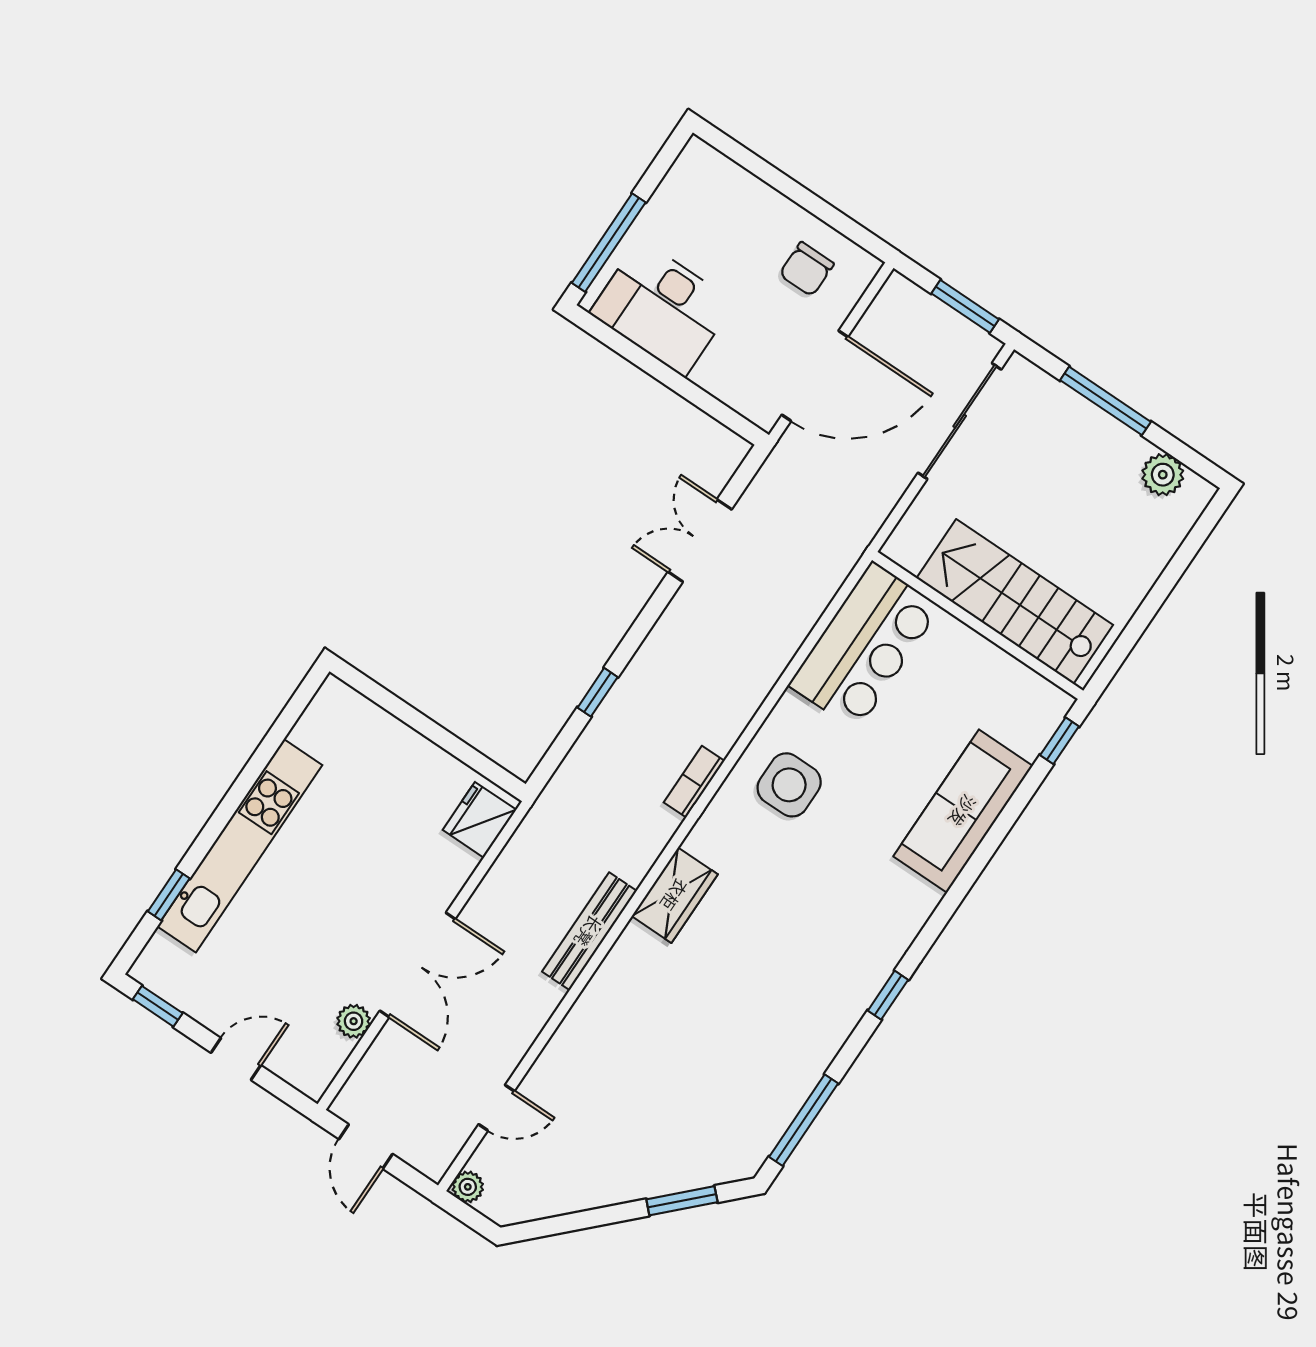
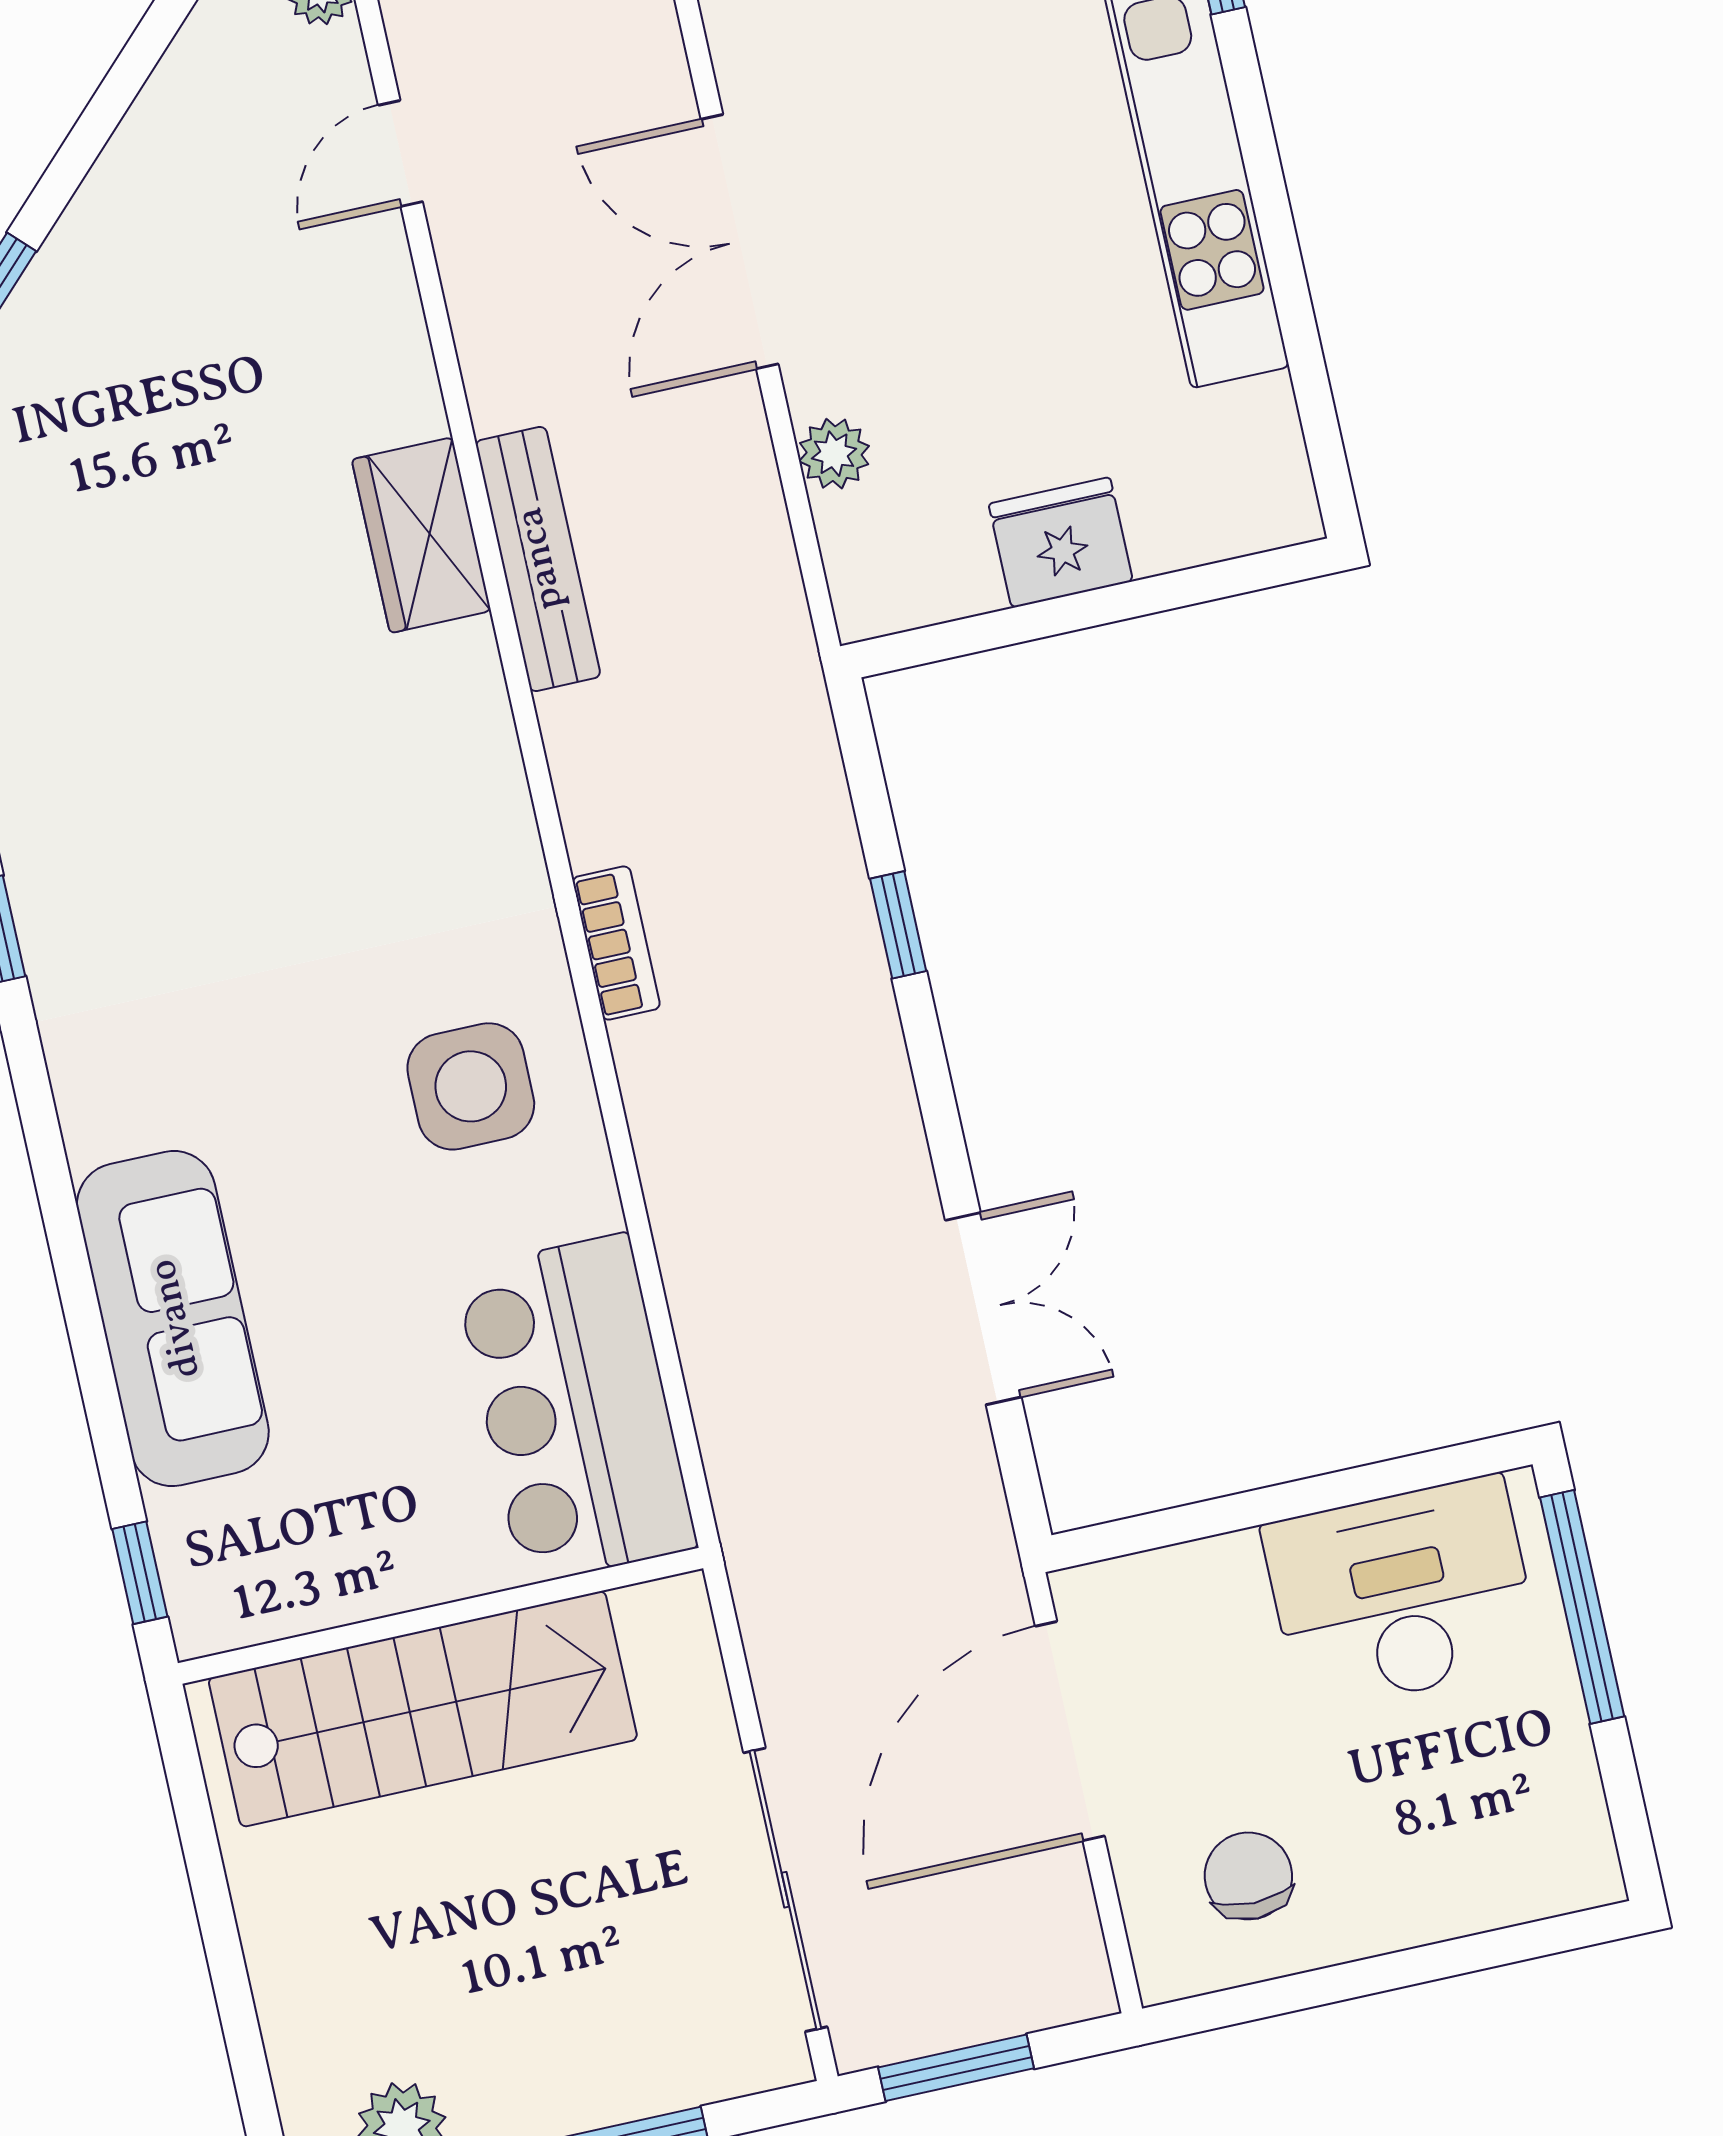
fridge: (479, 820) -> (1061, 543), moved, turned -90
wardrobe: (675, 895) -> (421, 535), moved
plant: (354, 1021) -> (834, 454), moved

